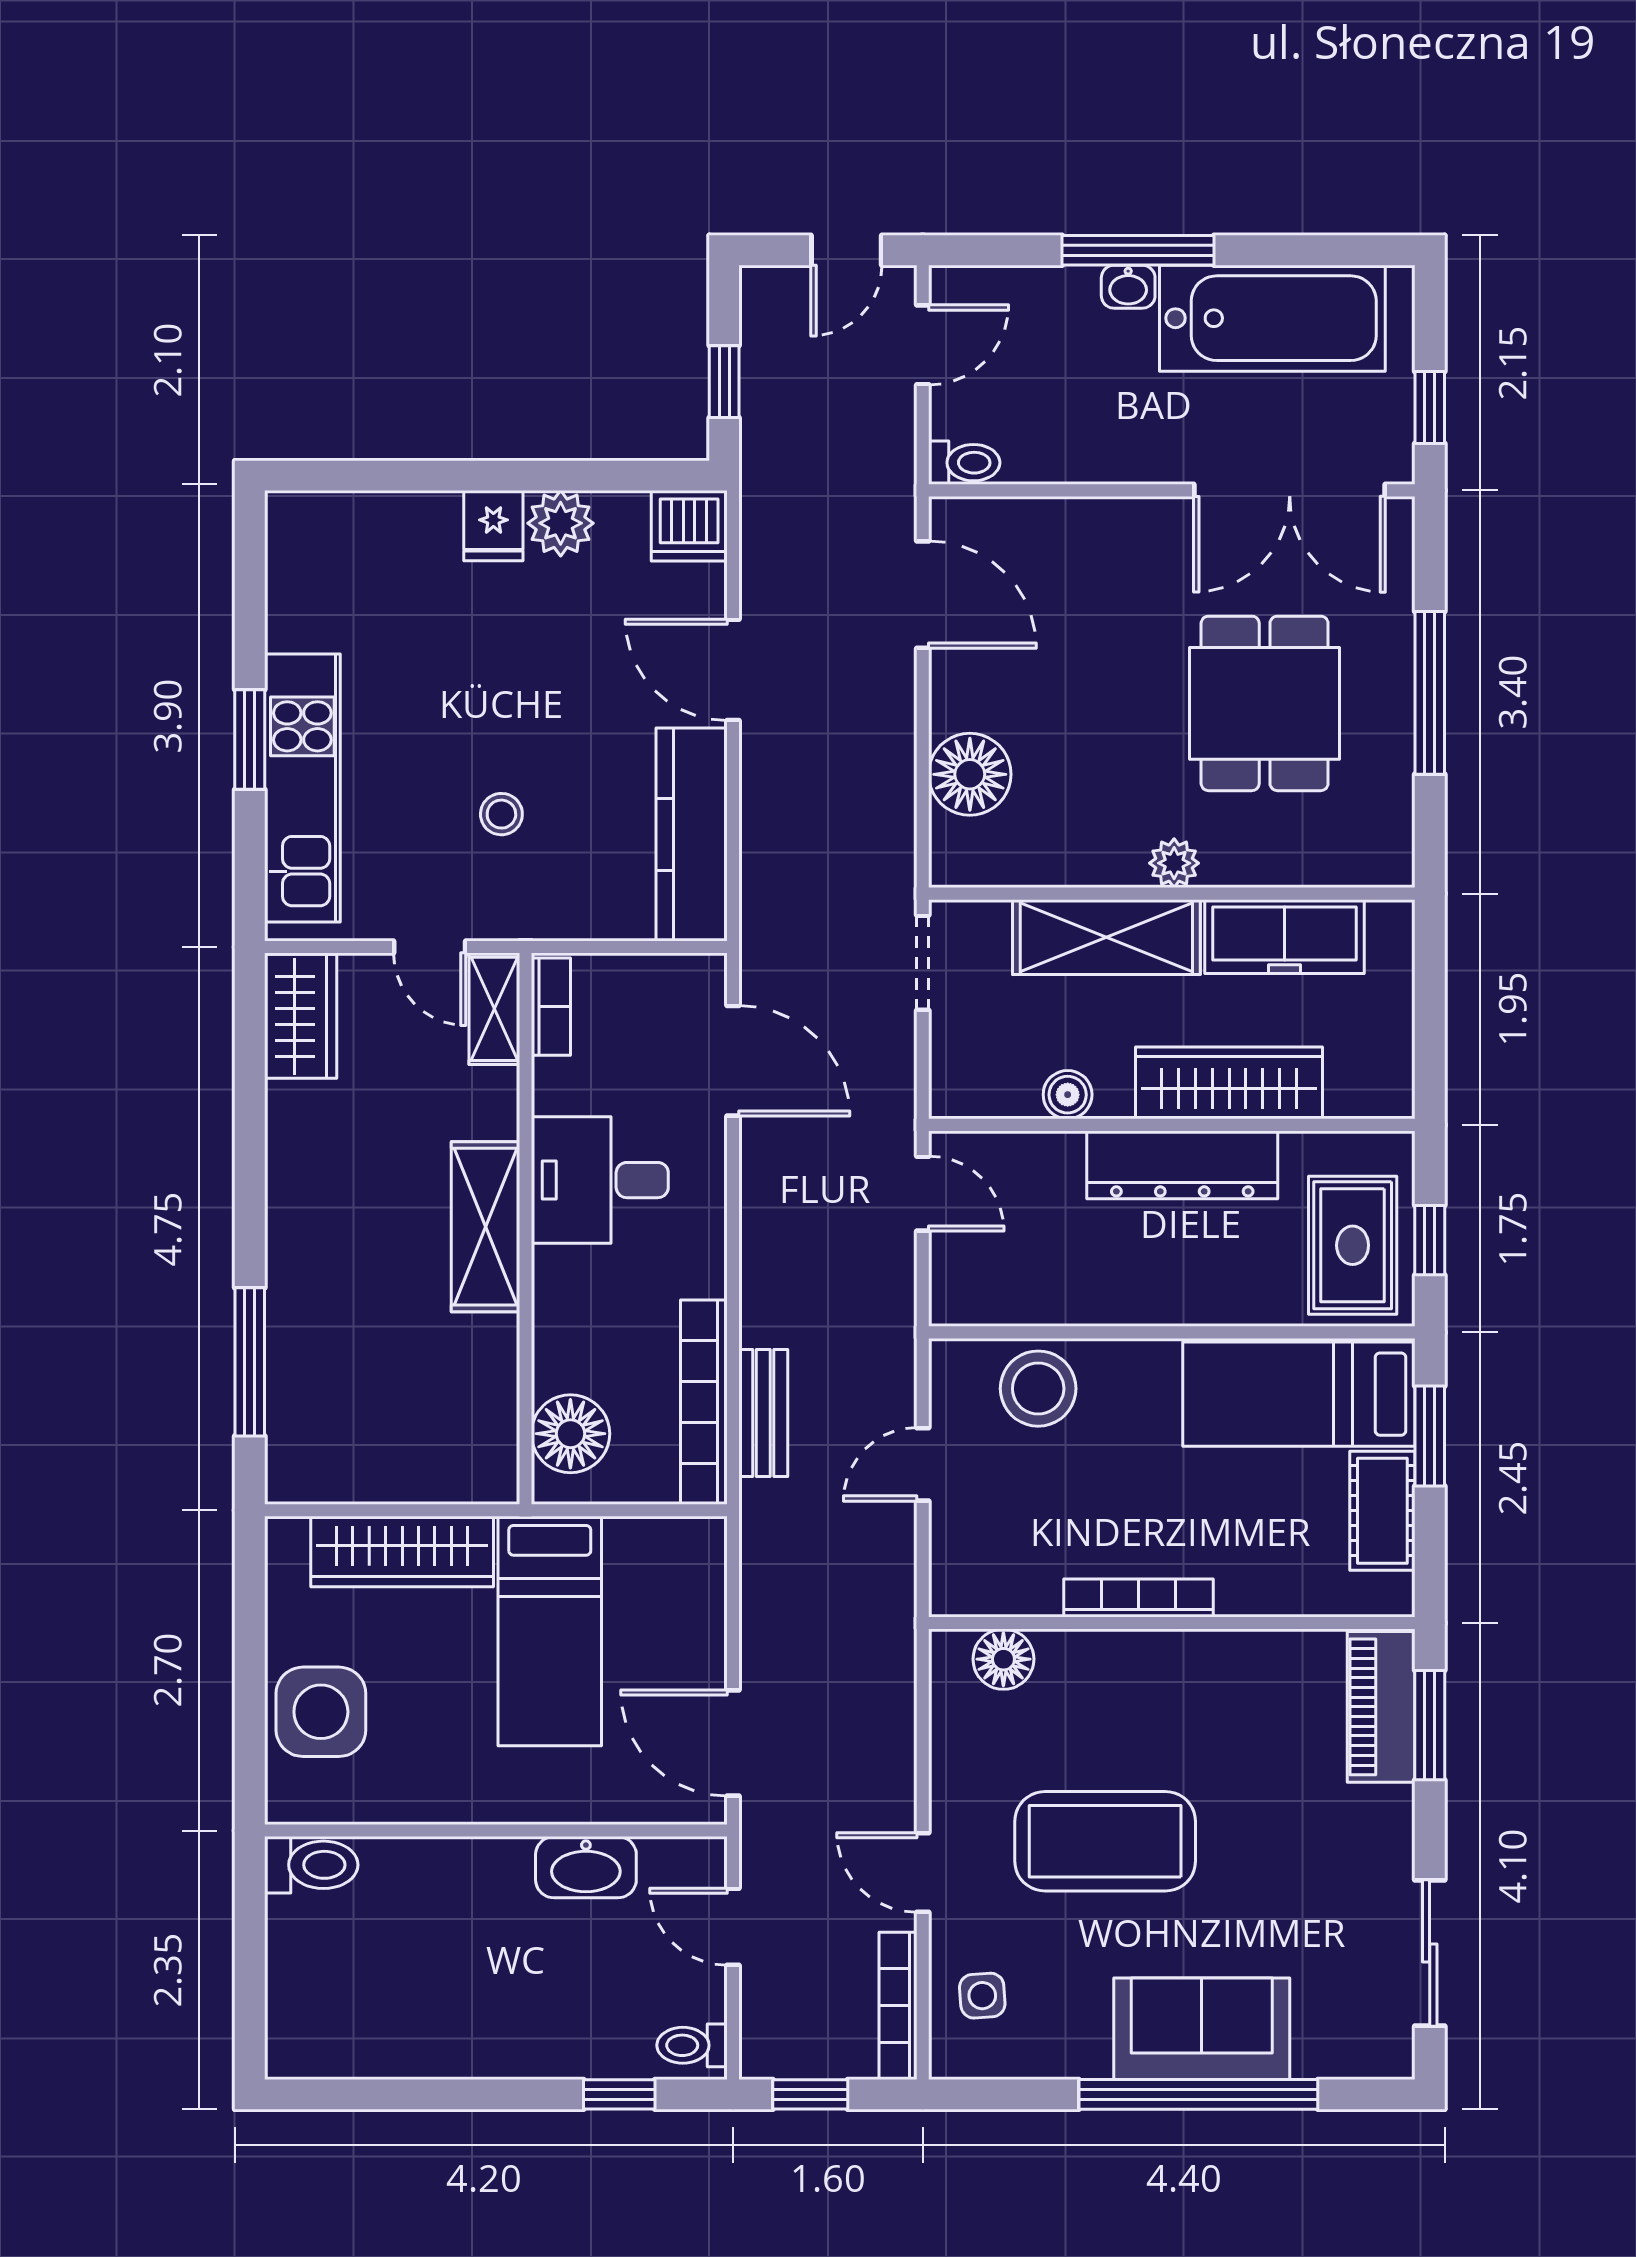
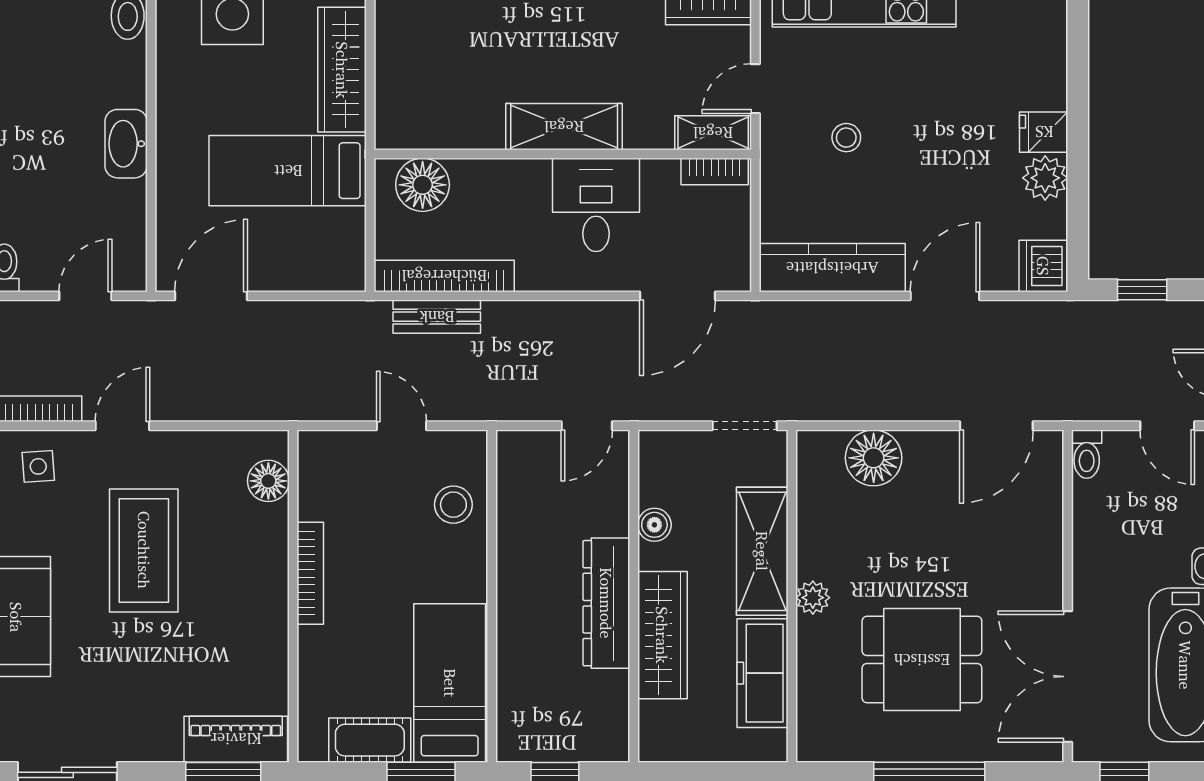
rug: (1353, 1245) -> (551, 720), removed
stool: (1038, 1389) -> (453, 505), width x0.73, depth x0.73
washbasin: (586, 1867) -> (126, 144), moved

